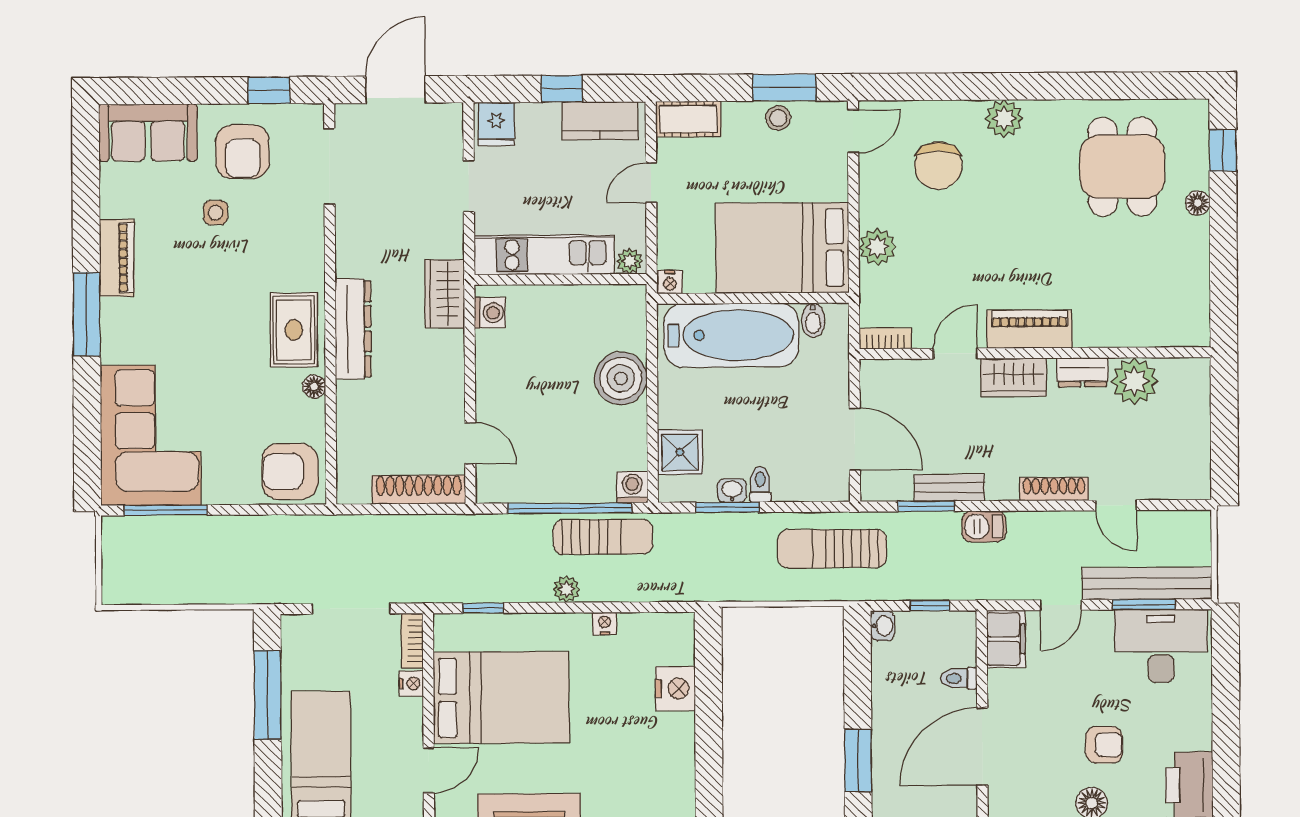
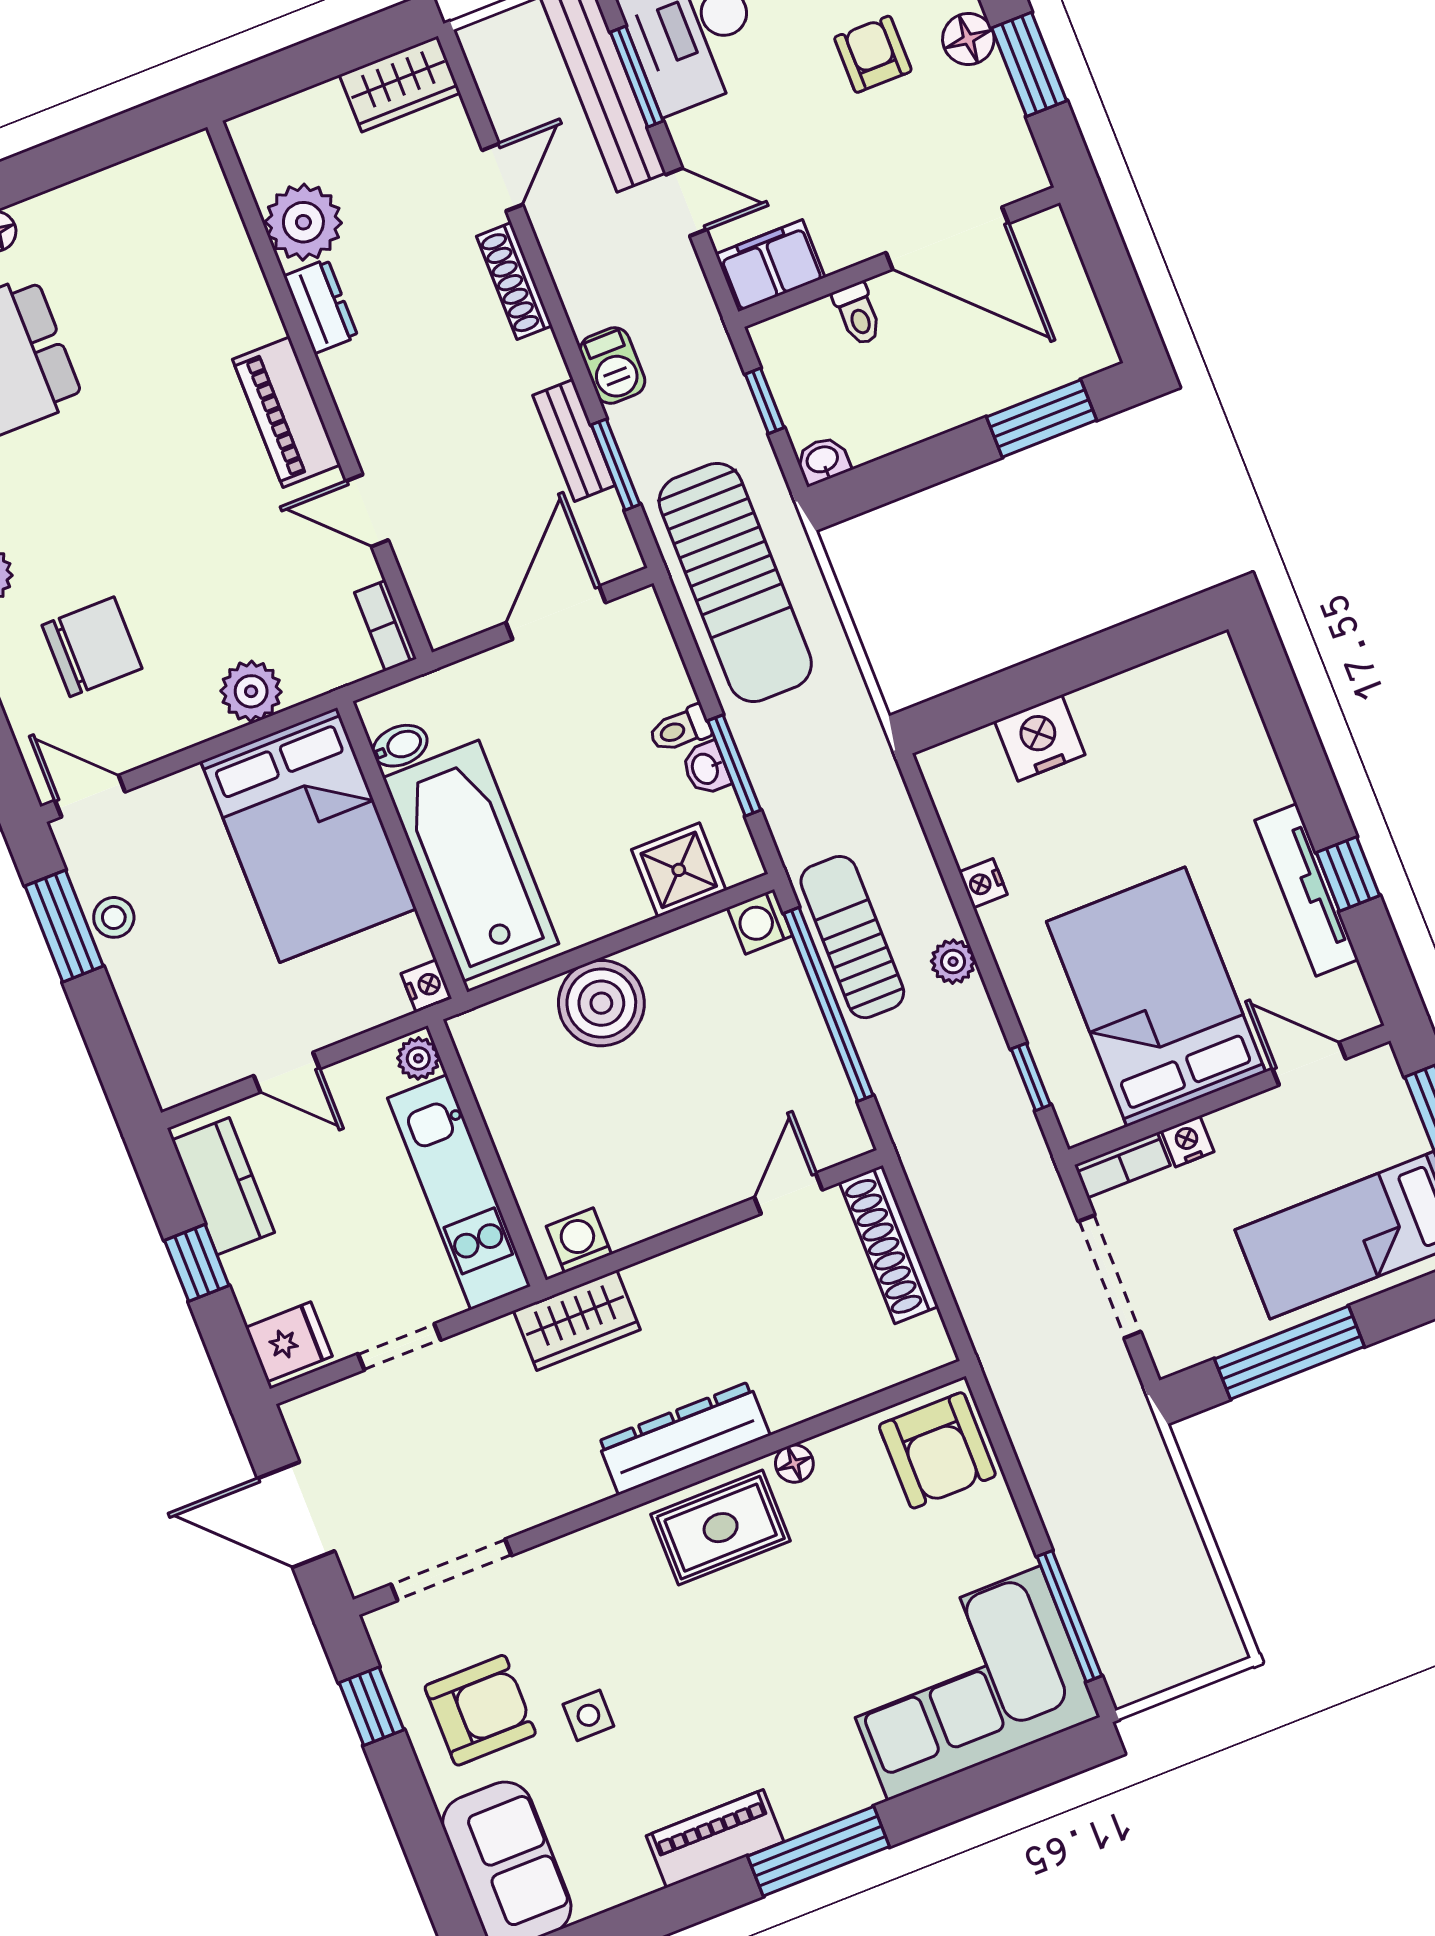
cot: (688, 119) -> (168, 1053), removed
wardrobe: (1014, 377) -> (400, 84), moved, turned 90
sun lounger: (832, 549) -> (735, 582), width x1.36, depth x1.34

